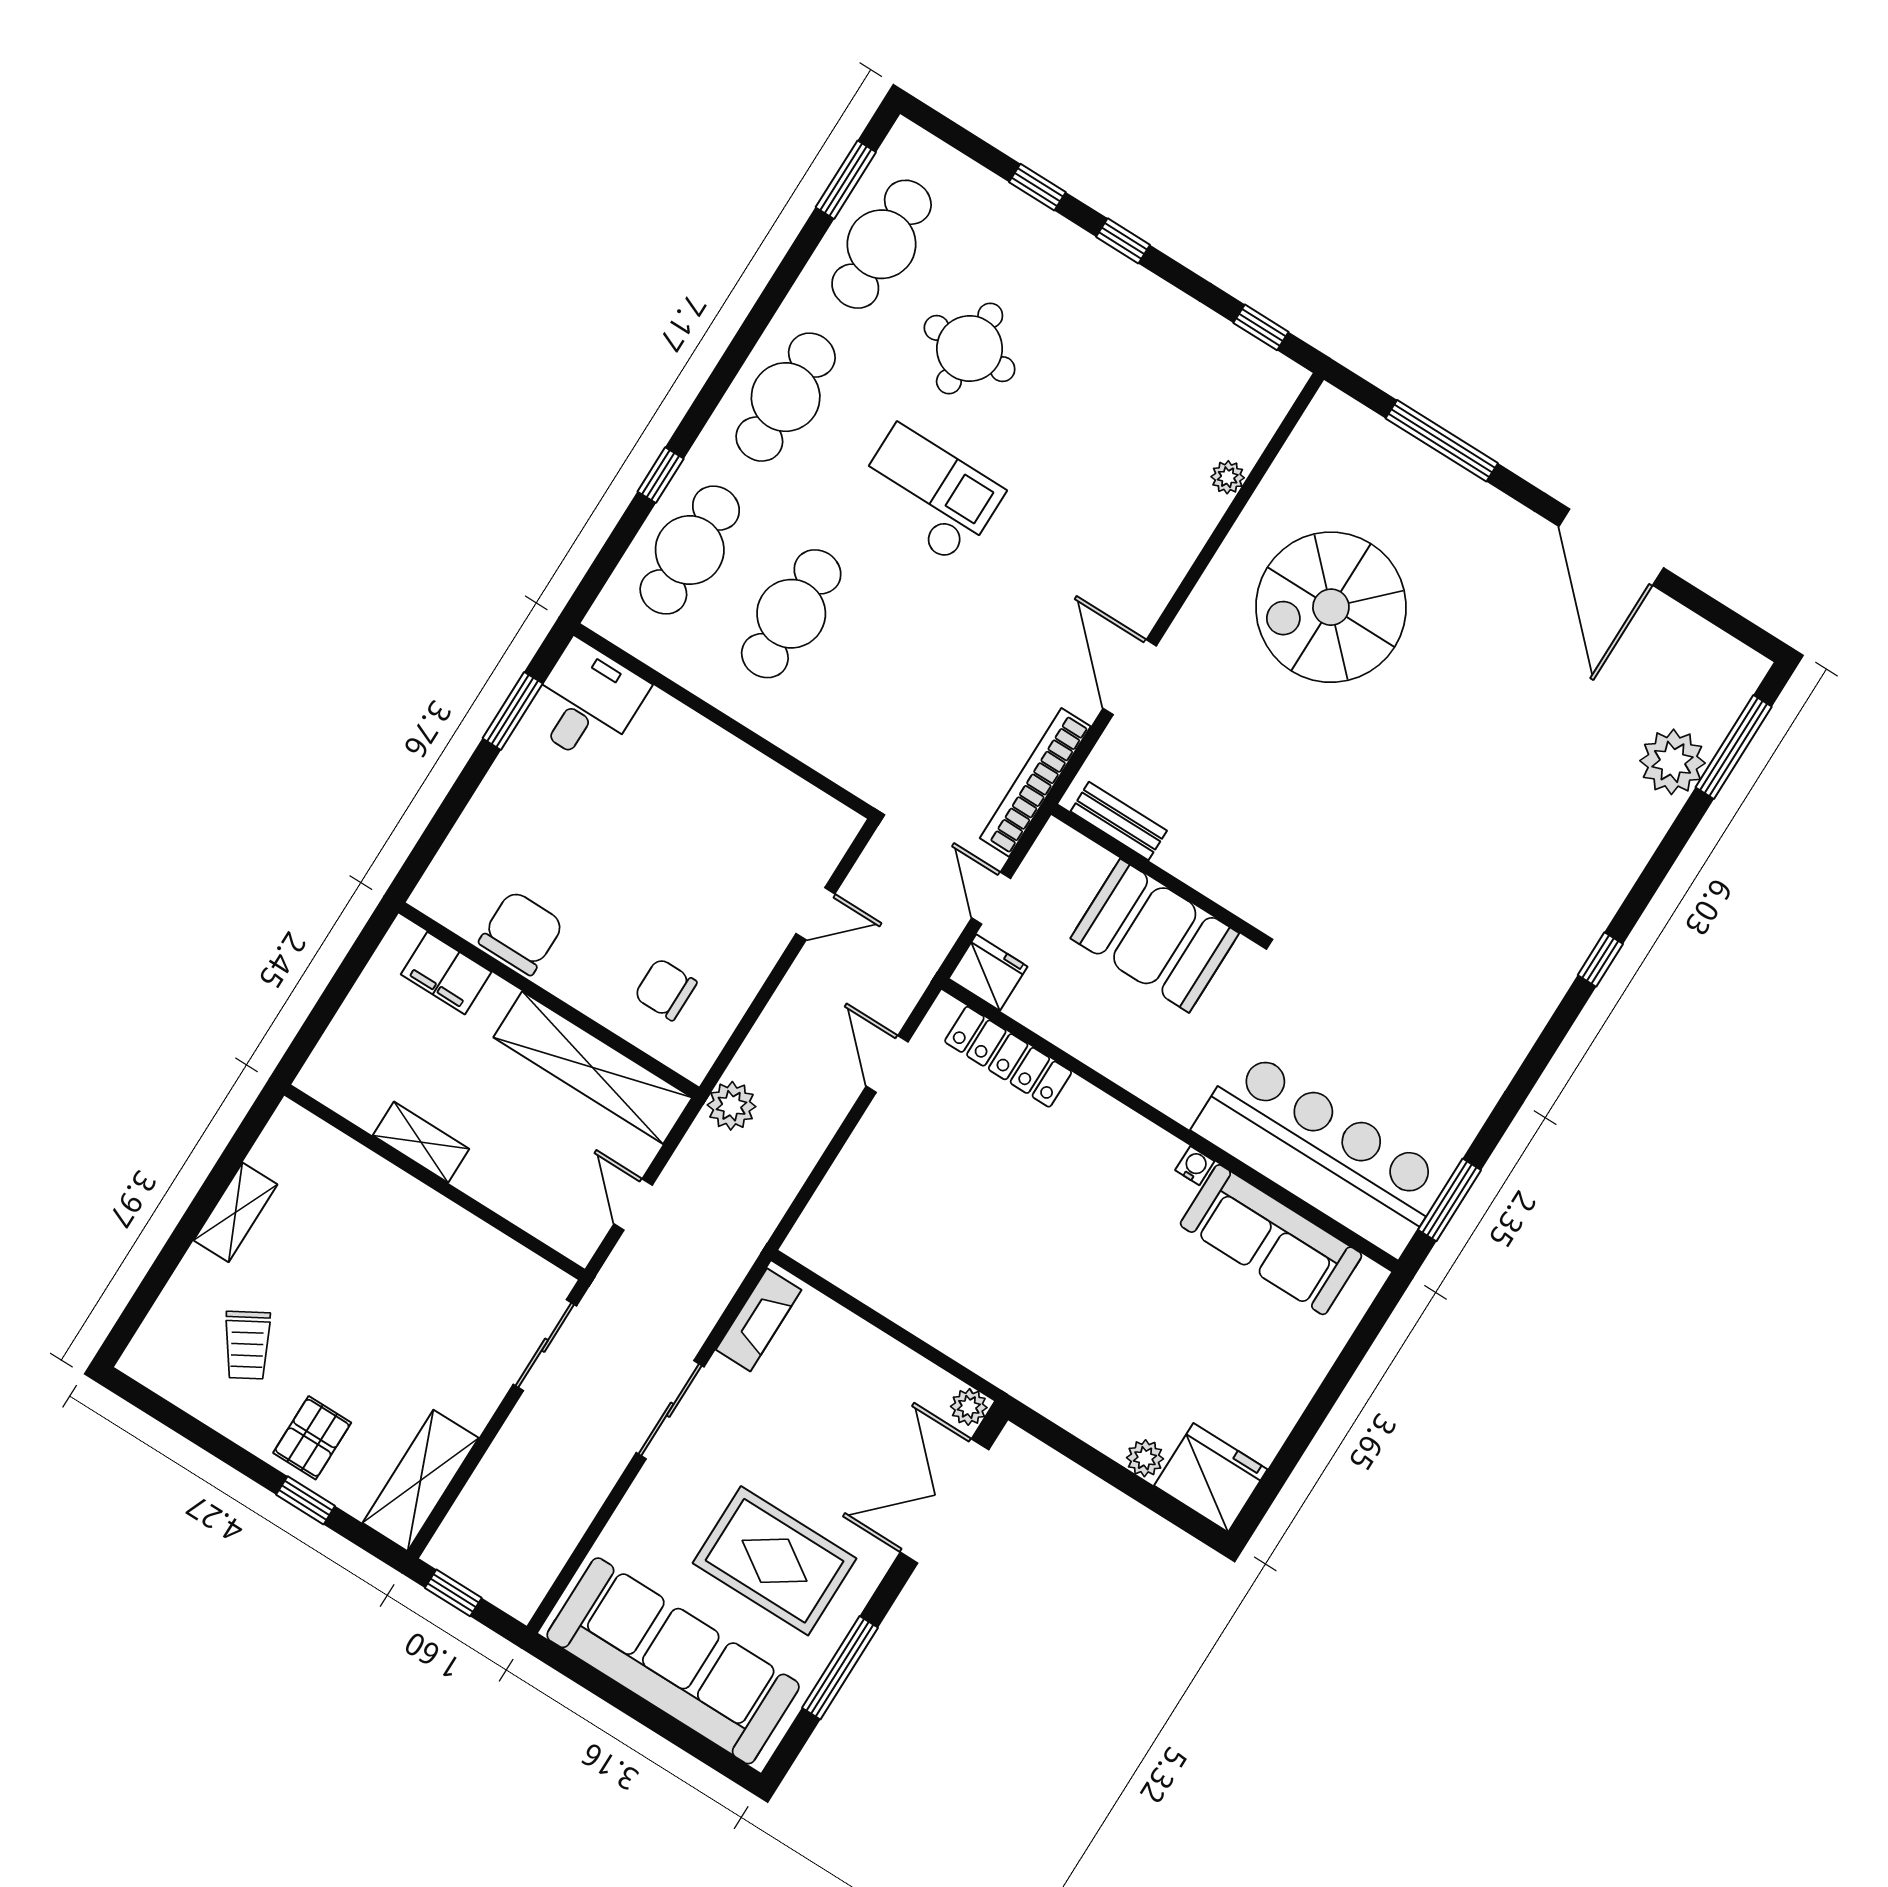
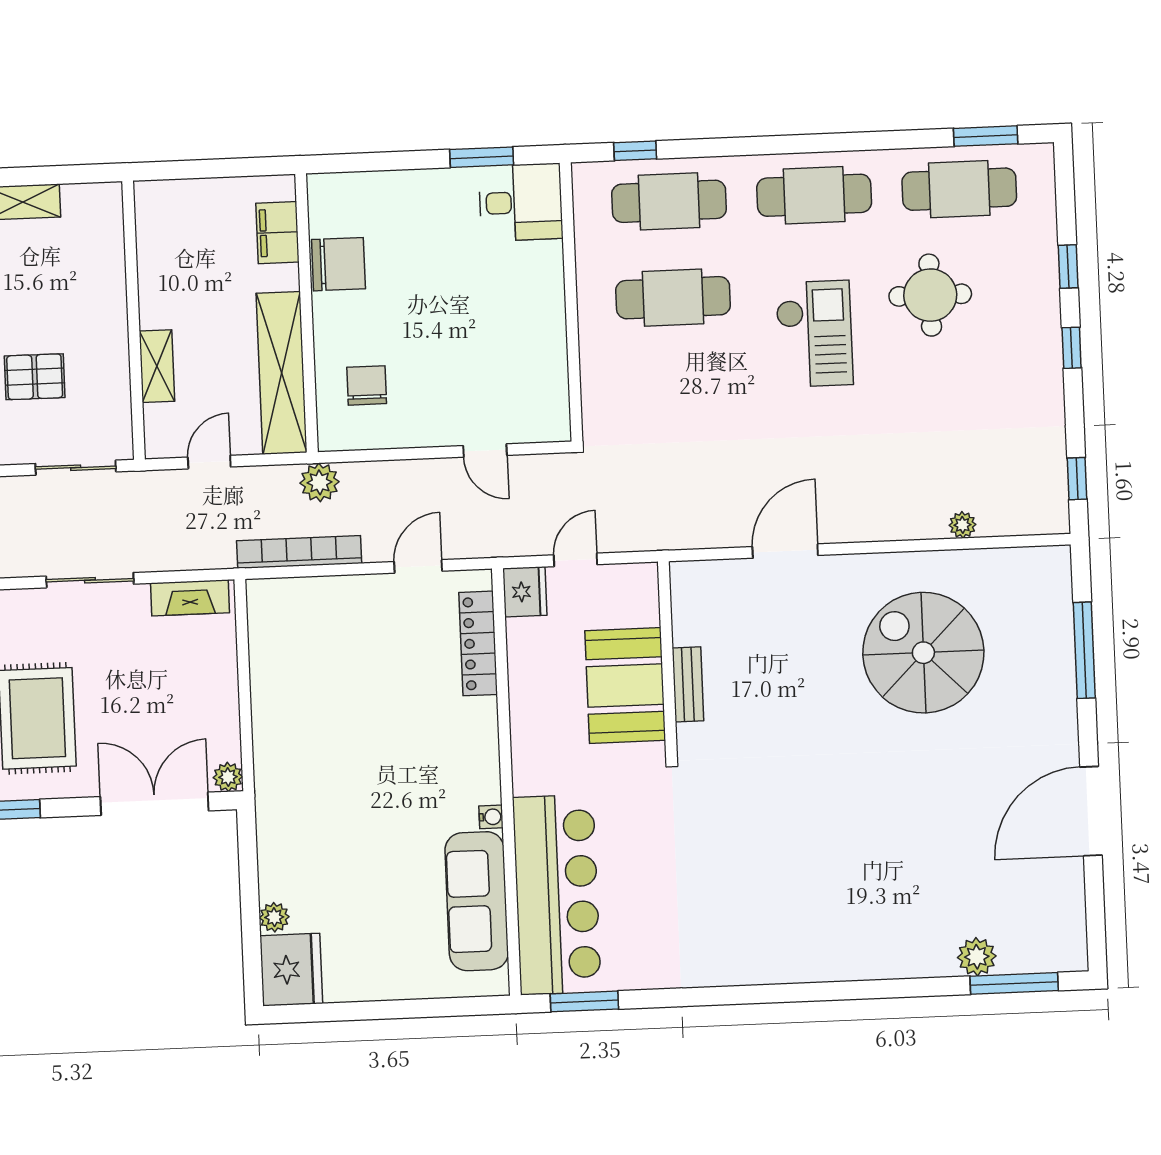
window: (661, 475) -> (635, 151), moved
plant: (1672, 762) -> (977, 957), width x0.73, depth x0.73
bookcase: (1035, 782) -> (299, 552), moved
bench: (1119, 821) -> (688, 684), moved
window: (1600, 960) -> (812, 992), removed
shelving: (421, 1142) -> (157, 366), moved
pallet: (423, 1323) -> (35, 377), added

